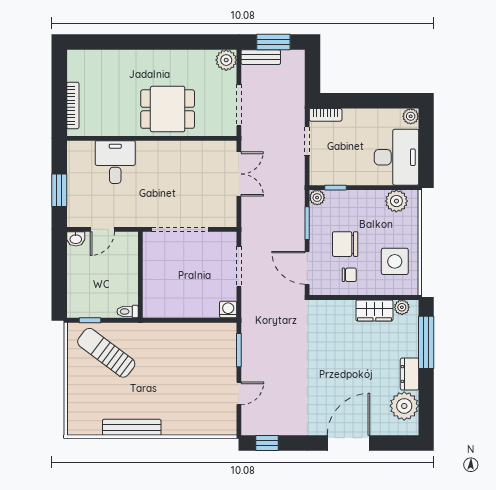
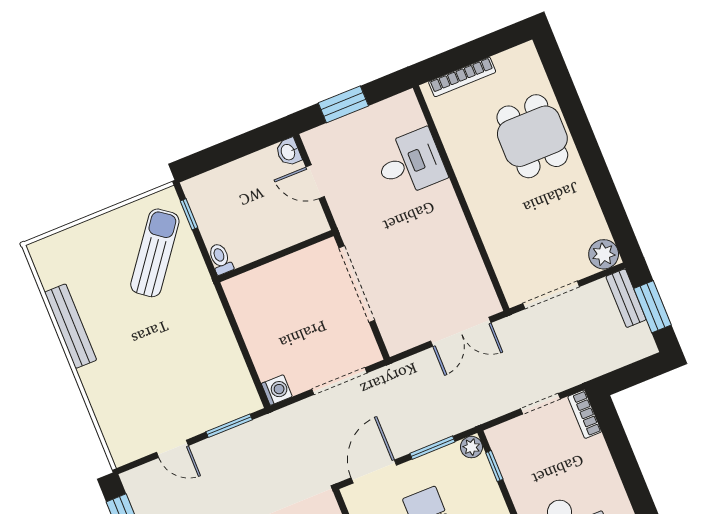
dining table: (168, 109) -> (532, 136), moved

